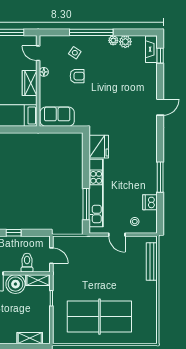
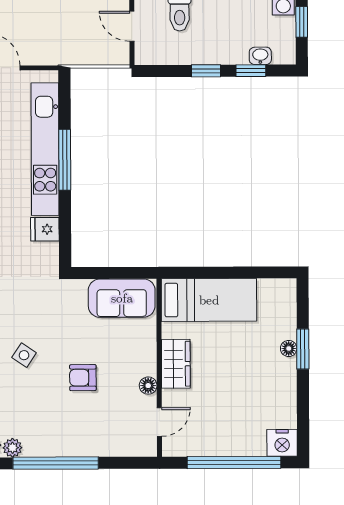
door: (38, 53) -> (159, 422), hinge flipped
side table: (75, 53) -> (24, 355), moved
fridge: (99, 147) -> (45, 229), width x0.53, depth x0.75
window: (86, 204) -> (65, 160), moved

